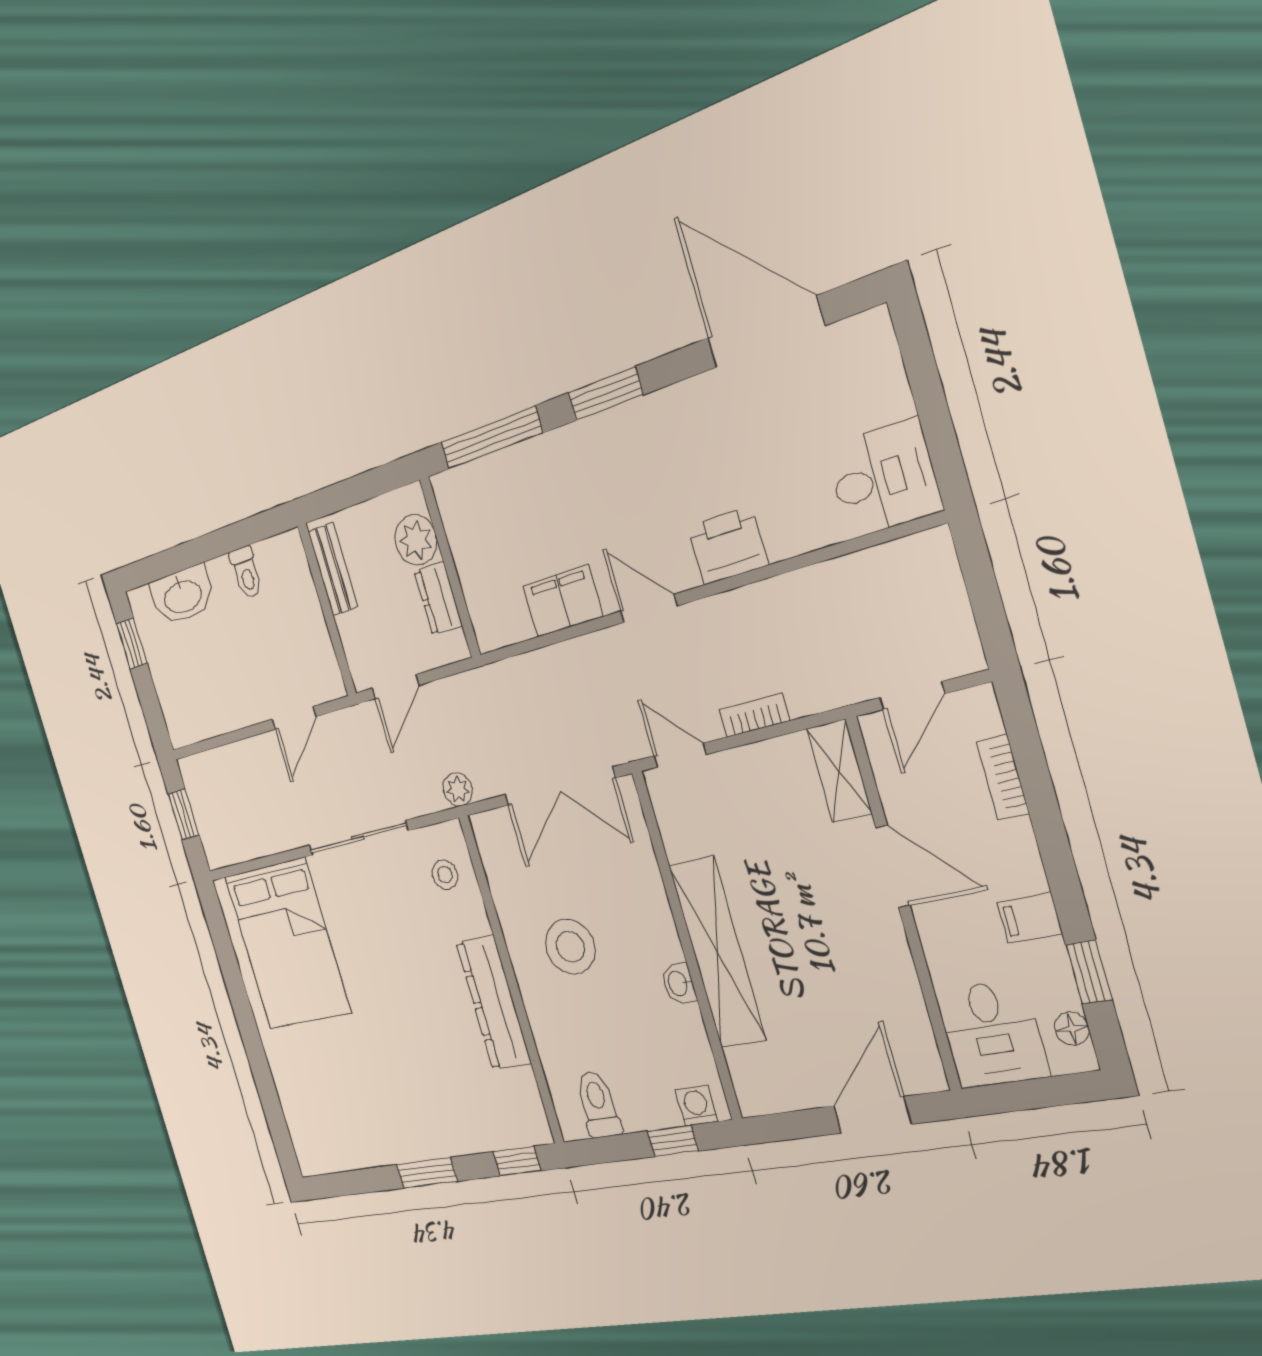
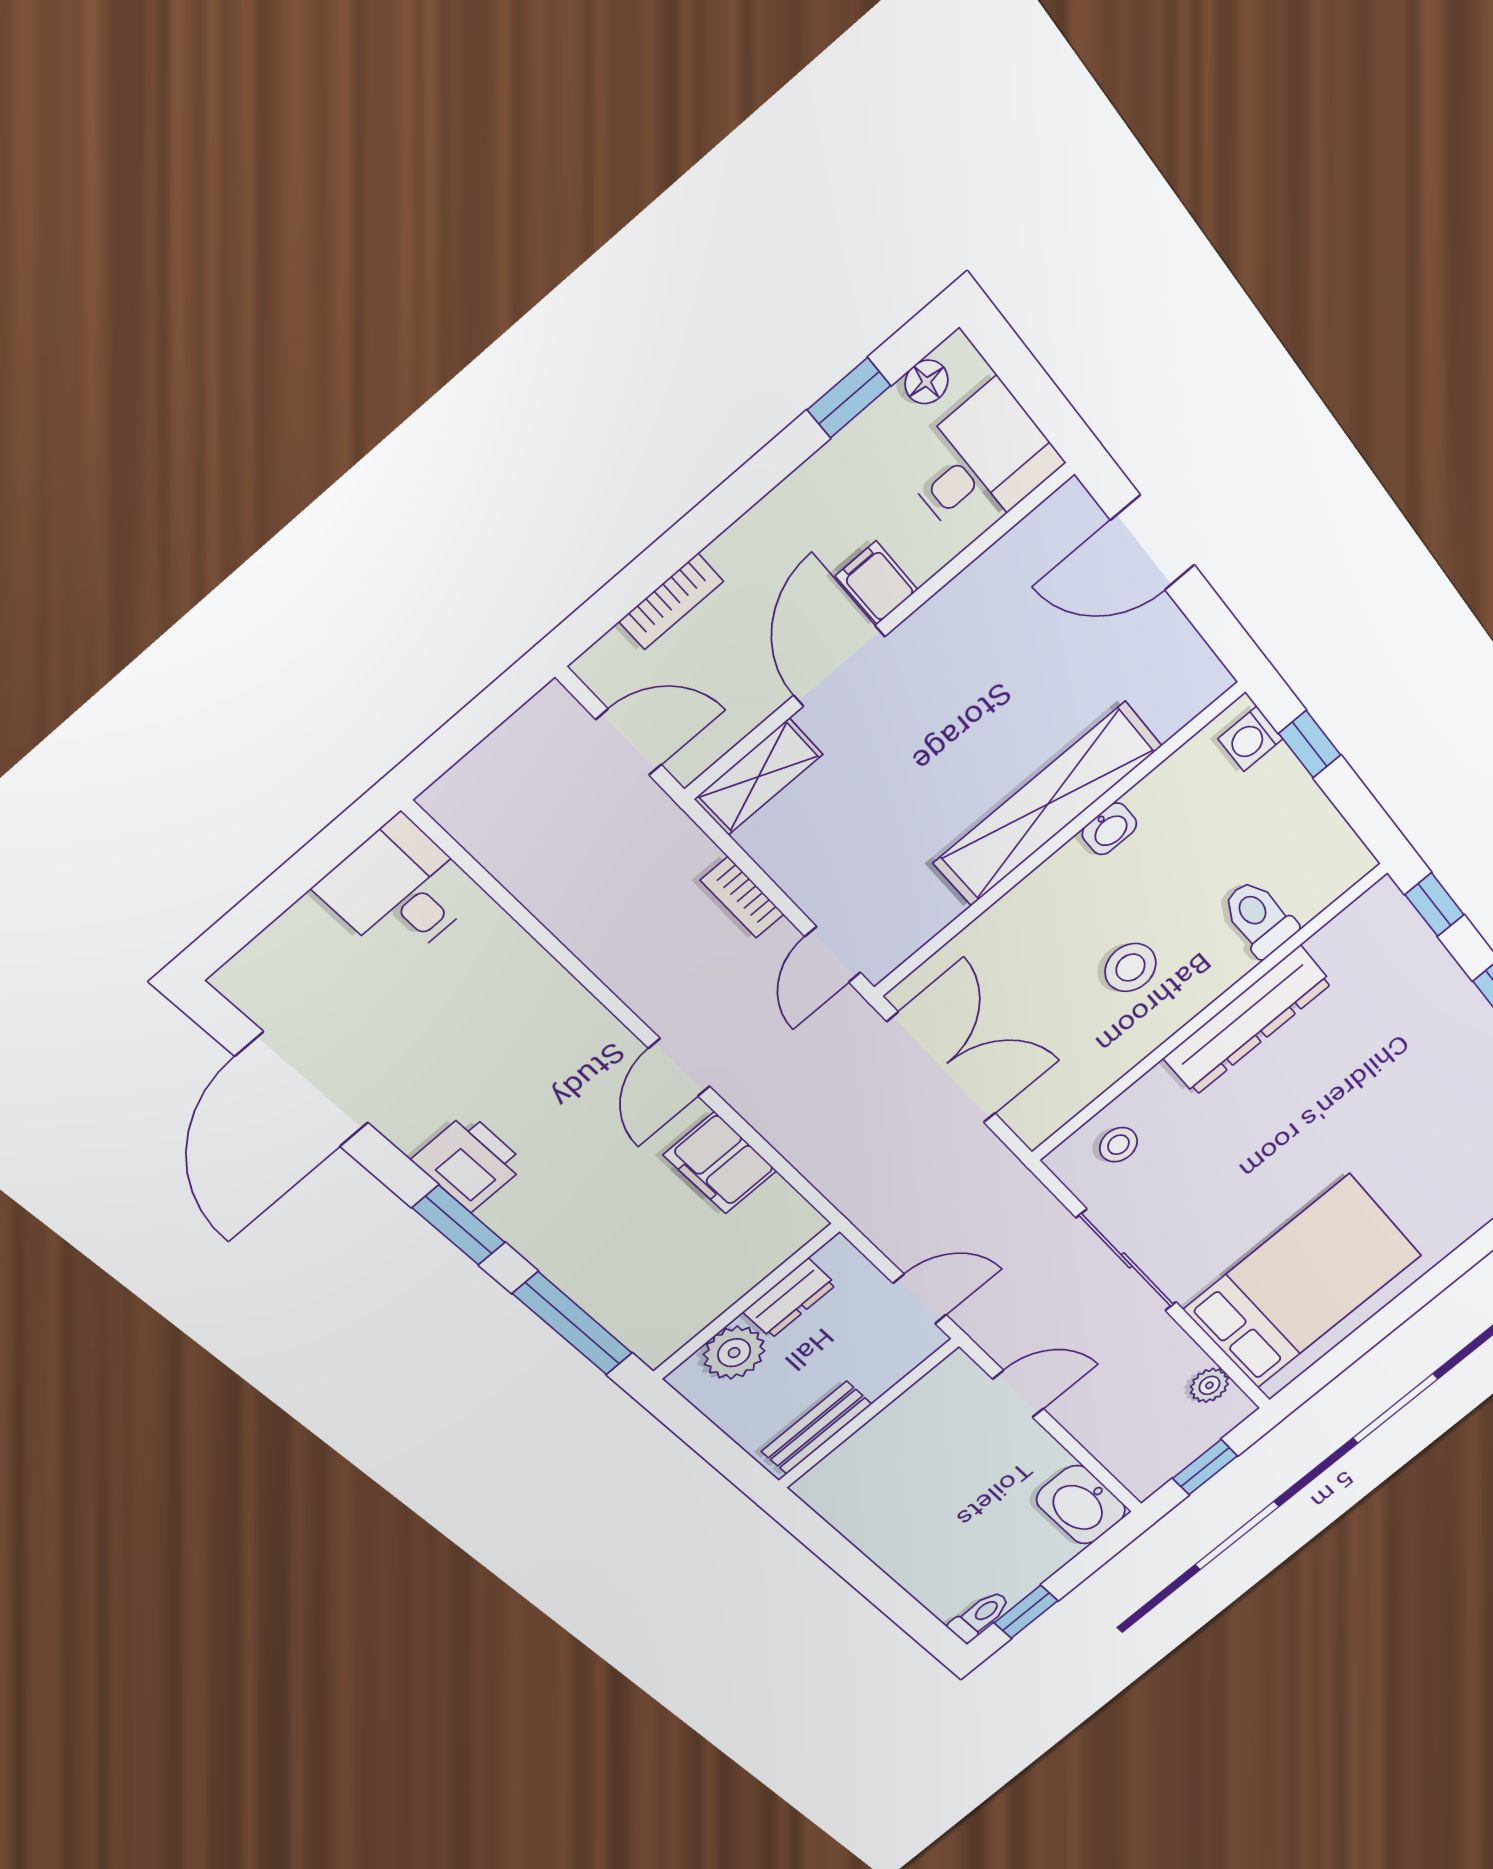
printer: (728, 546) -> (469, 1162), moved, turned 180
toilet: (246, 573) -> (980, 1616), moved
washbasin: (182, 596) -> (1081, 1505), moved, turned 180
plant: (458, 789) -> (1209, 1385), moved
filing cabinet: (1030, 918) -> (877, 583), moved, turned 180
stool: (570, 947) -> (1130, 967), width x0.73, depth x0.73
toilet: (598, 1104) -> (1259, 918), moved, turned 90

